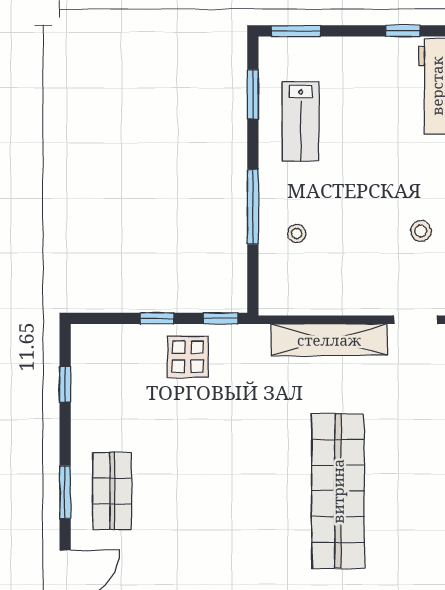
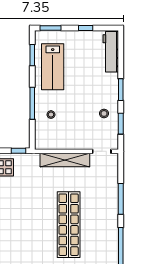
window: (403, 31) -> (86, 28), moved
lab bench: (301, 121) -> (53, 67), width x1.36, depth x1.39

